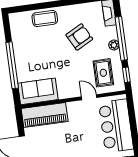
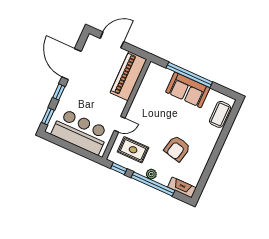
coffee table: (45, 18) -> (220, 114), moved
armchair: (79, 37) -> (177, 149), turned 41
sofa: (38, 91) -> (188, 90), moved, turned 90

